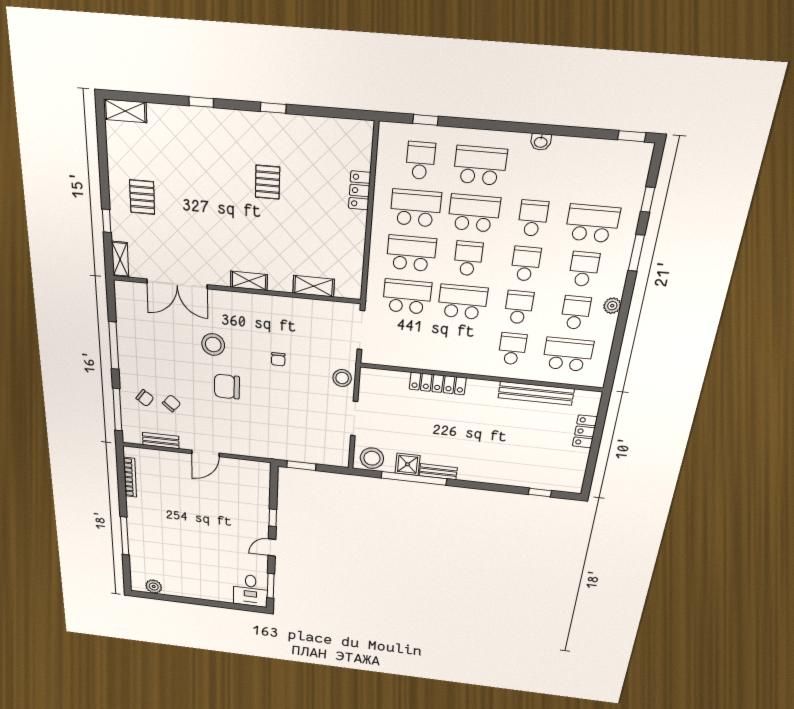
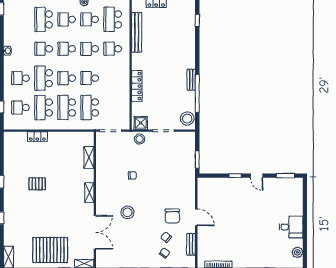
school desk: (480, 166) -> (21, 78), width x0.54
pallet: (142, 197) -> (50, 250), width x2.05, depth x2.00
school desk: (463, 302) -> (90, 78), width x0.54
chair: (227, 387) -> (172, 216), moved
shower: (408, 464) -> (141, 123), moved
desk: (250, 591) -> (291, 227), moved

